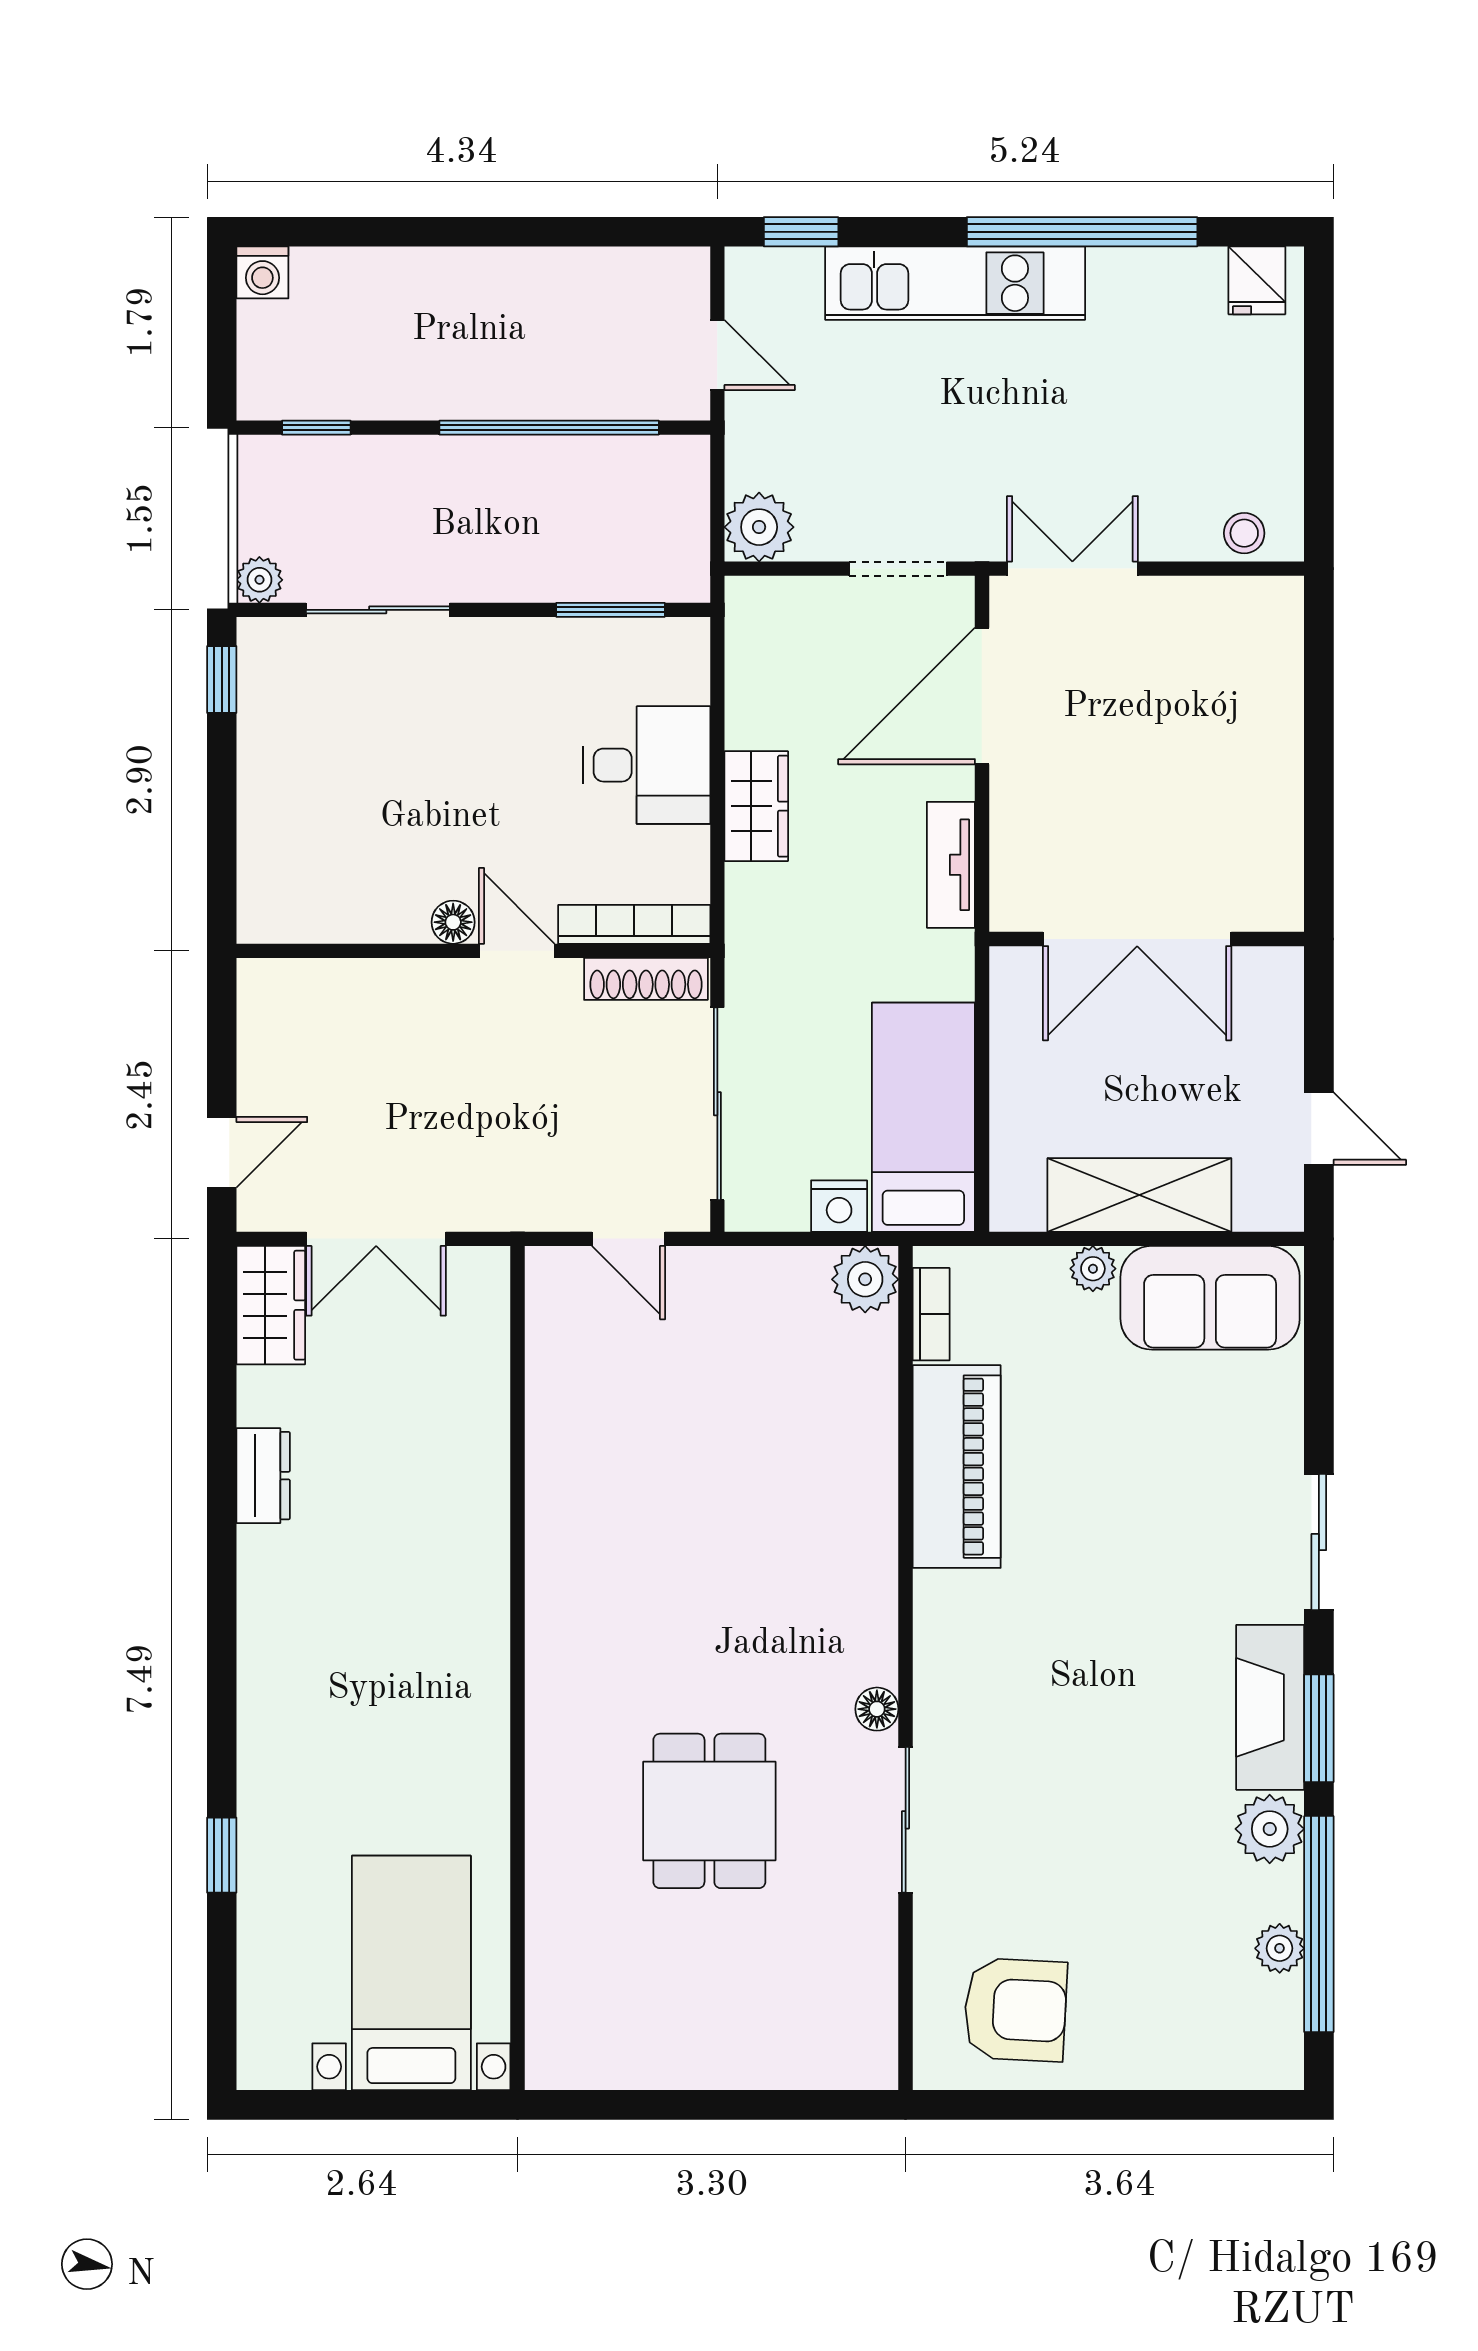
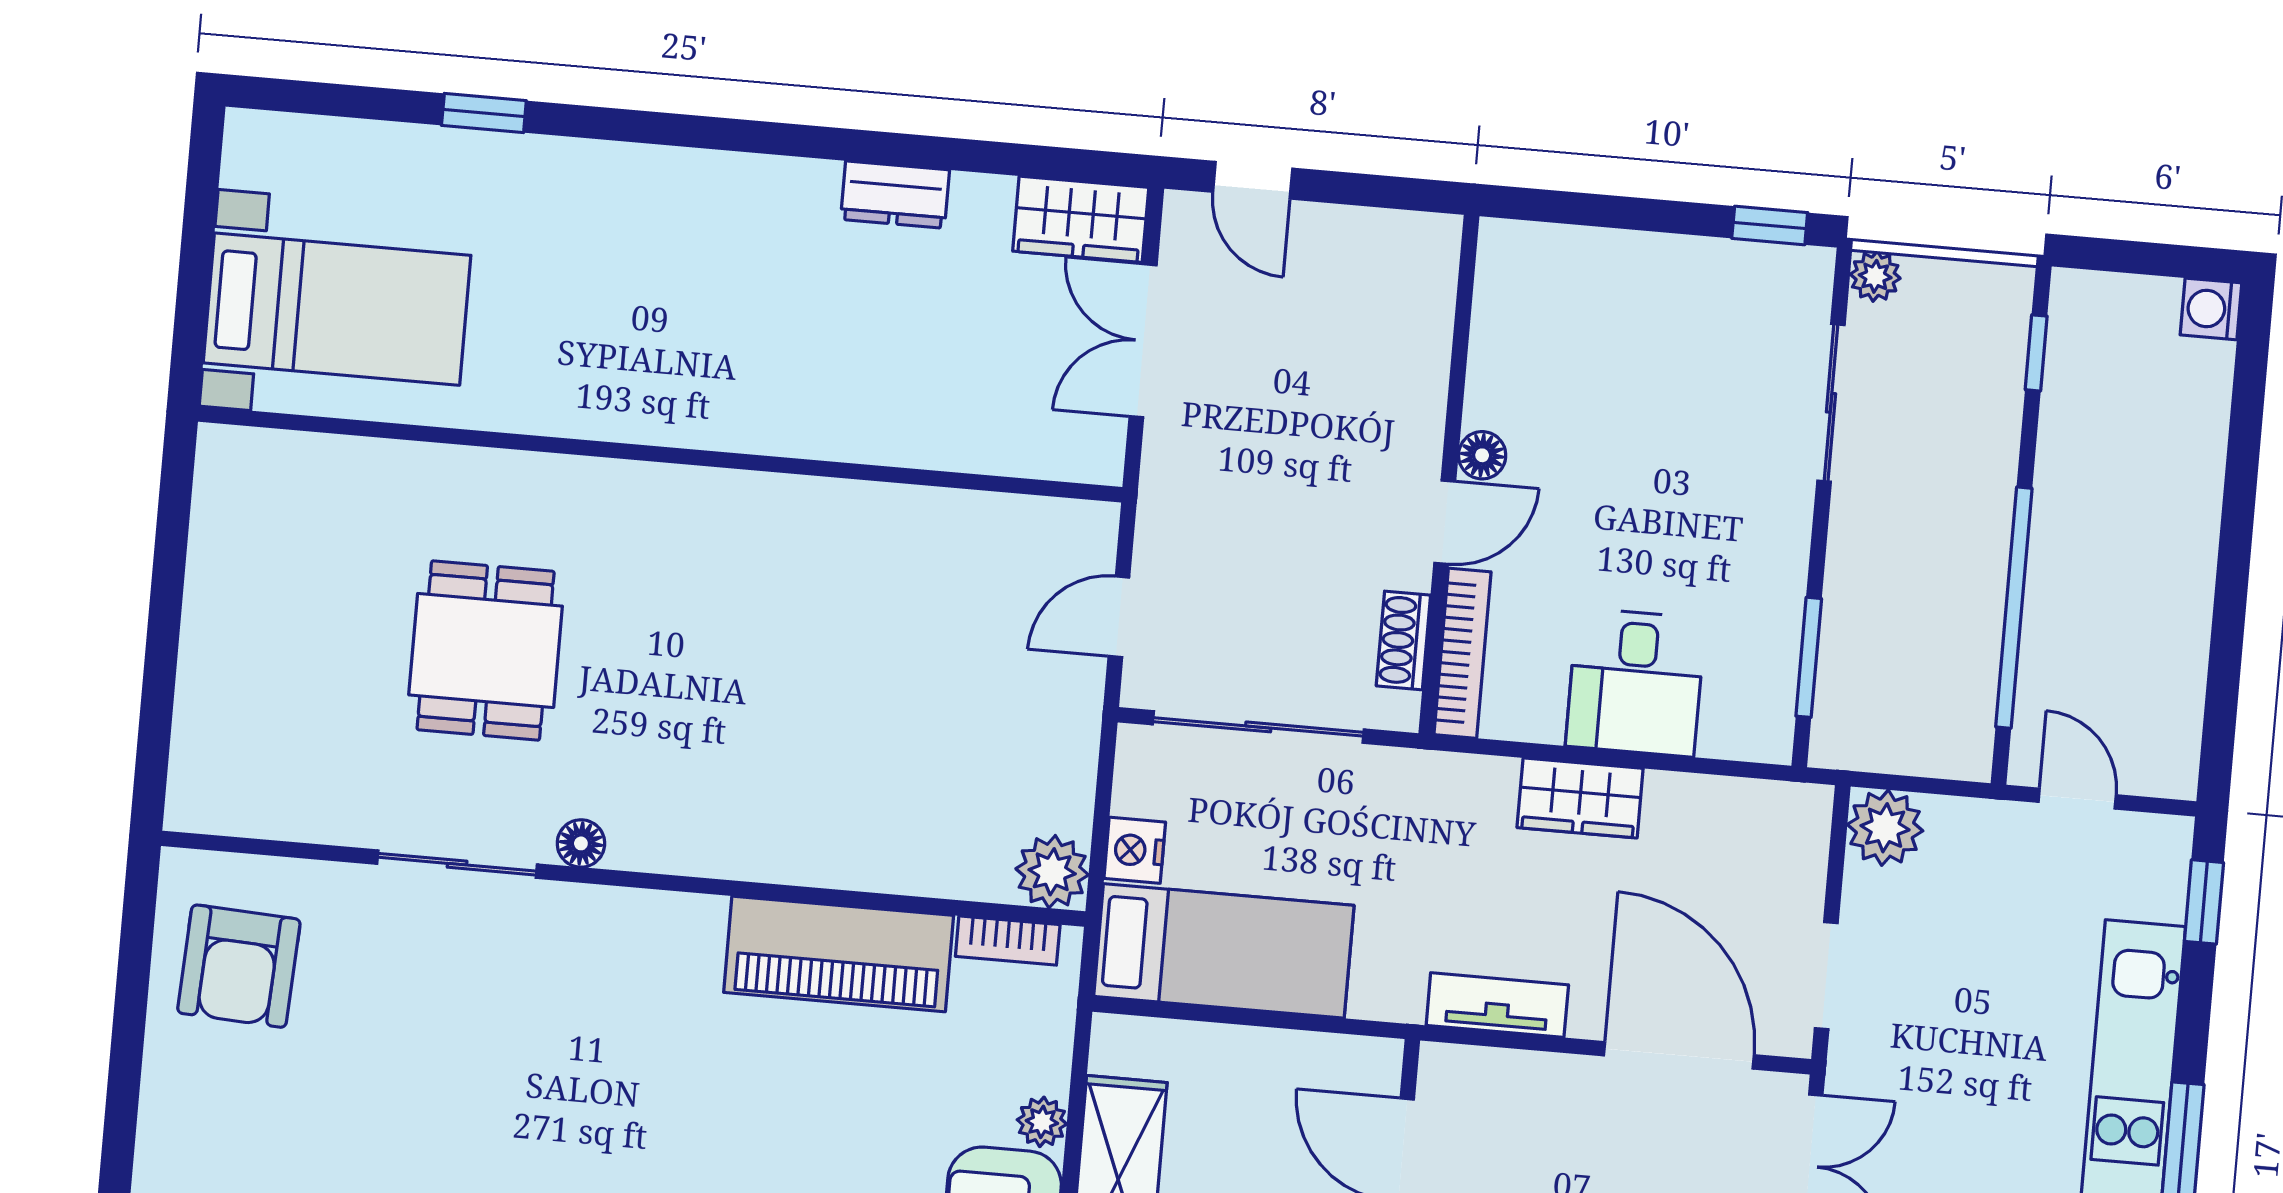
door: (717, 355) -> (2077, 799), swing flipped
shoe rack: (646, 979) -> (1403, 640), width x0.70
dining table: (709, 1811) -> (486, 651), turned 90

